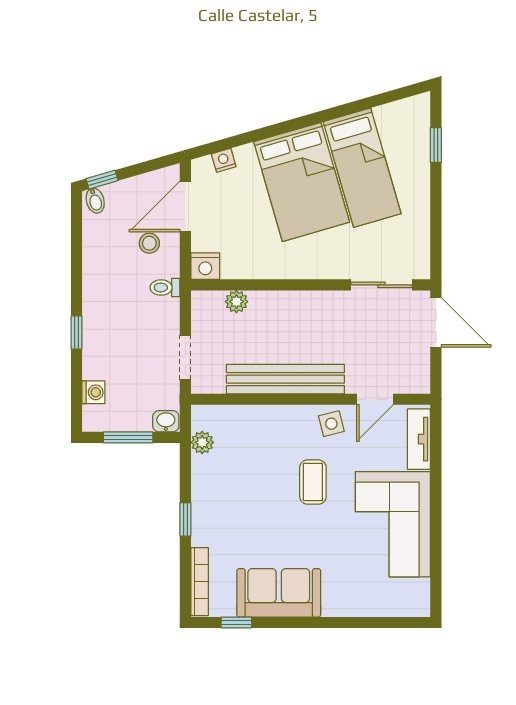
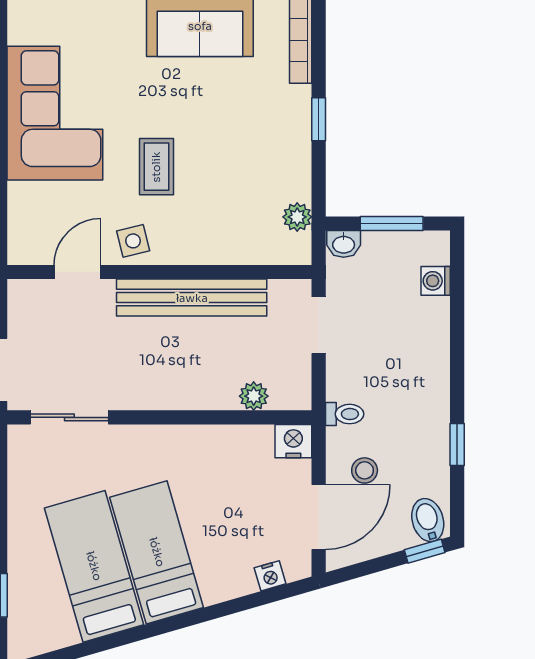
bed: (302, 182) -> (157, 552), width x0.67
bidet: (95, 201) -> (428, 520), width x1.38, depth x1.36
window: (77, 333) -> (457, 444), moved
tv unit: (419, 439) -> (22, 221), removed

